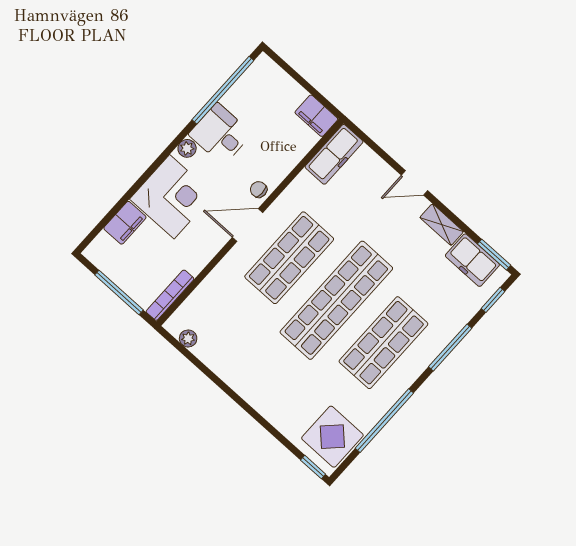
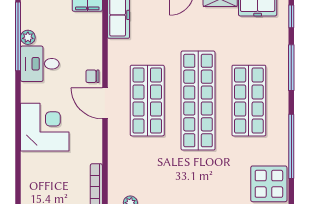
plant: (187, 148) -> (28, 37), moved
filing cabinet: (125, 223) -> (31, 168), removed
door: (248, 225) -> (105, 103), hinge flipped

